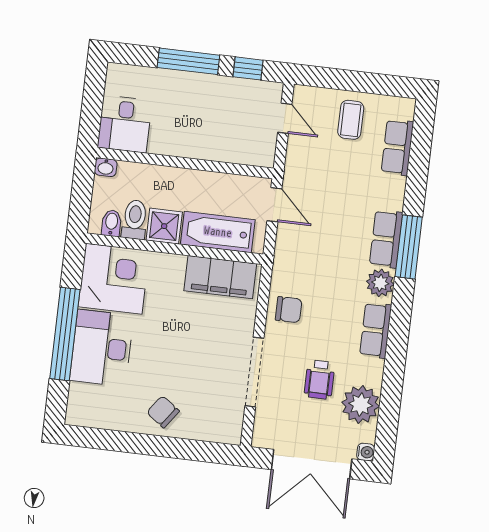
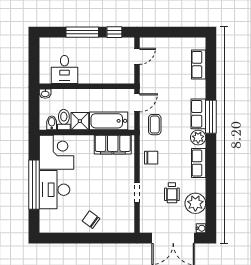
door: (285, 118) -> (137, 56), hinge flipped
coffee table: (351, 120) -> (155, 125), moved
desk: (125, 124) -> (64, 69), moved
door: (274, 205) -> (137, 103), hinge flipped
doorway: (254, 372) -> (137, 193), width x0.53

